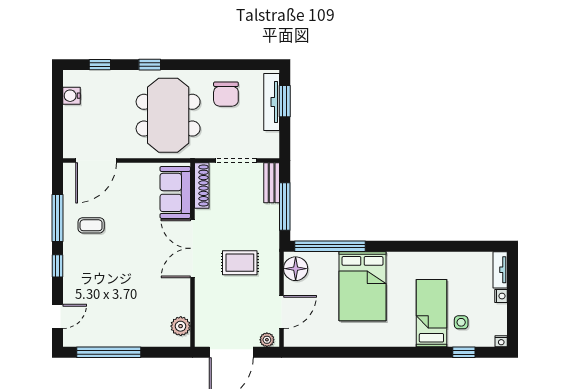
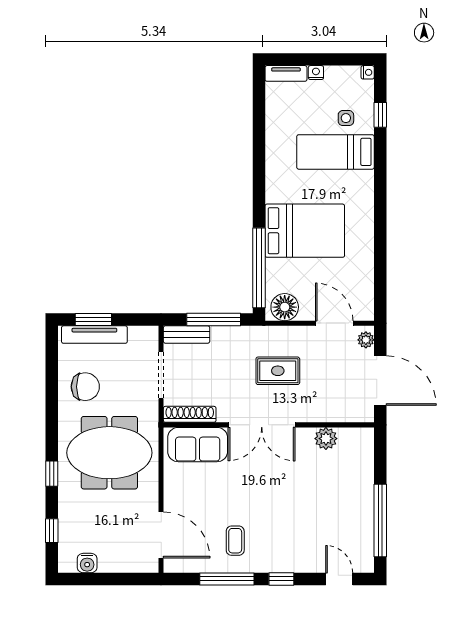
rug: (240, 263) -> (278, 371), turned 90
plant: (181, 326) -> (326, 439), moved

